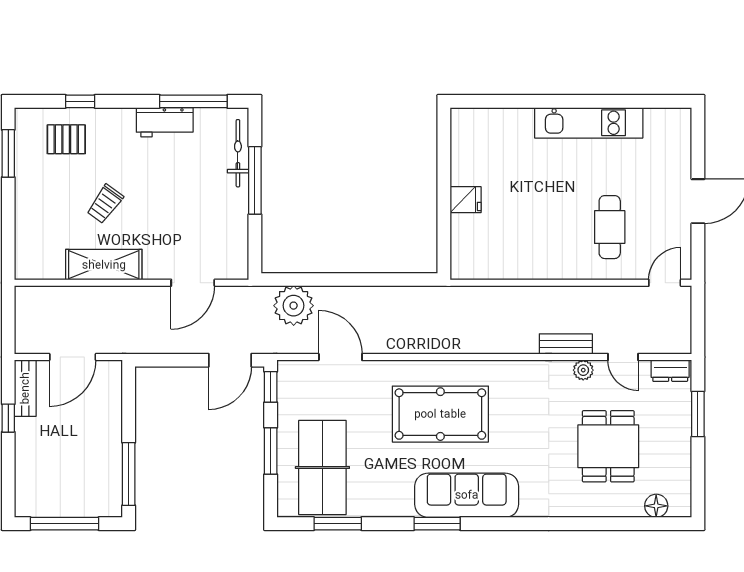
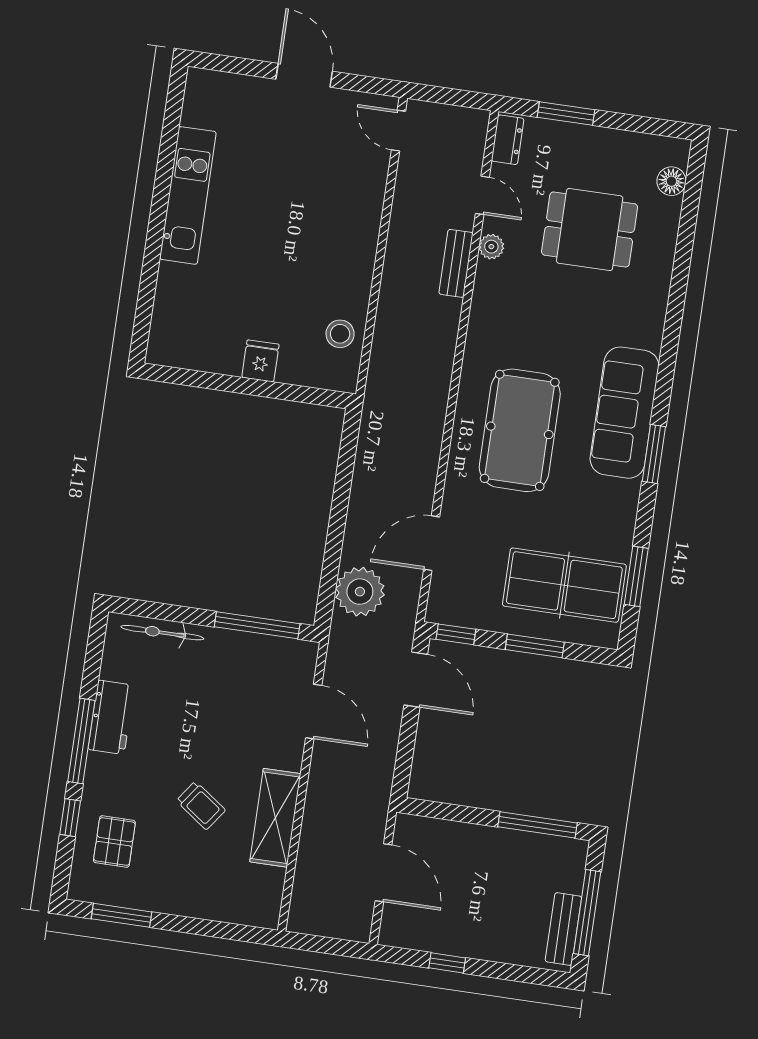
window: (193, 101) -> (81, 741), moved
window: (255, 180) -> (257, 625), moved
cafe table: (610, 227) -> (320, 188), removed
stool: (496, 260) -> (340, 334), added
door: (623, 357) -> (482, 195), hinge flipped
bench: (25, 388) -> (563, 929), moved, turned 90

